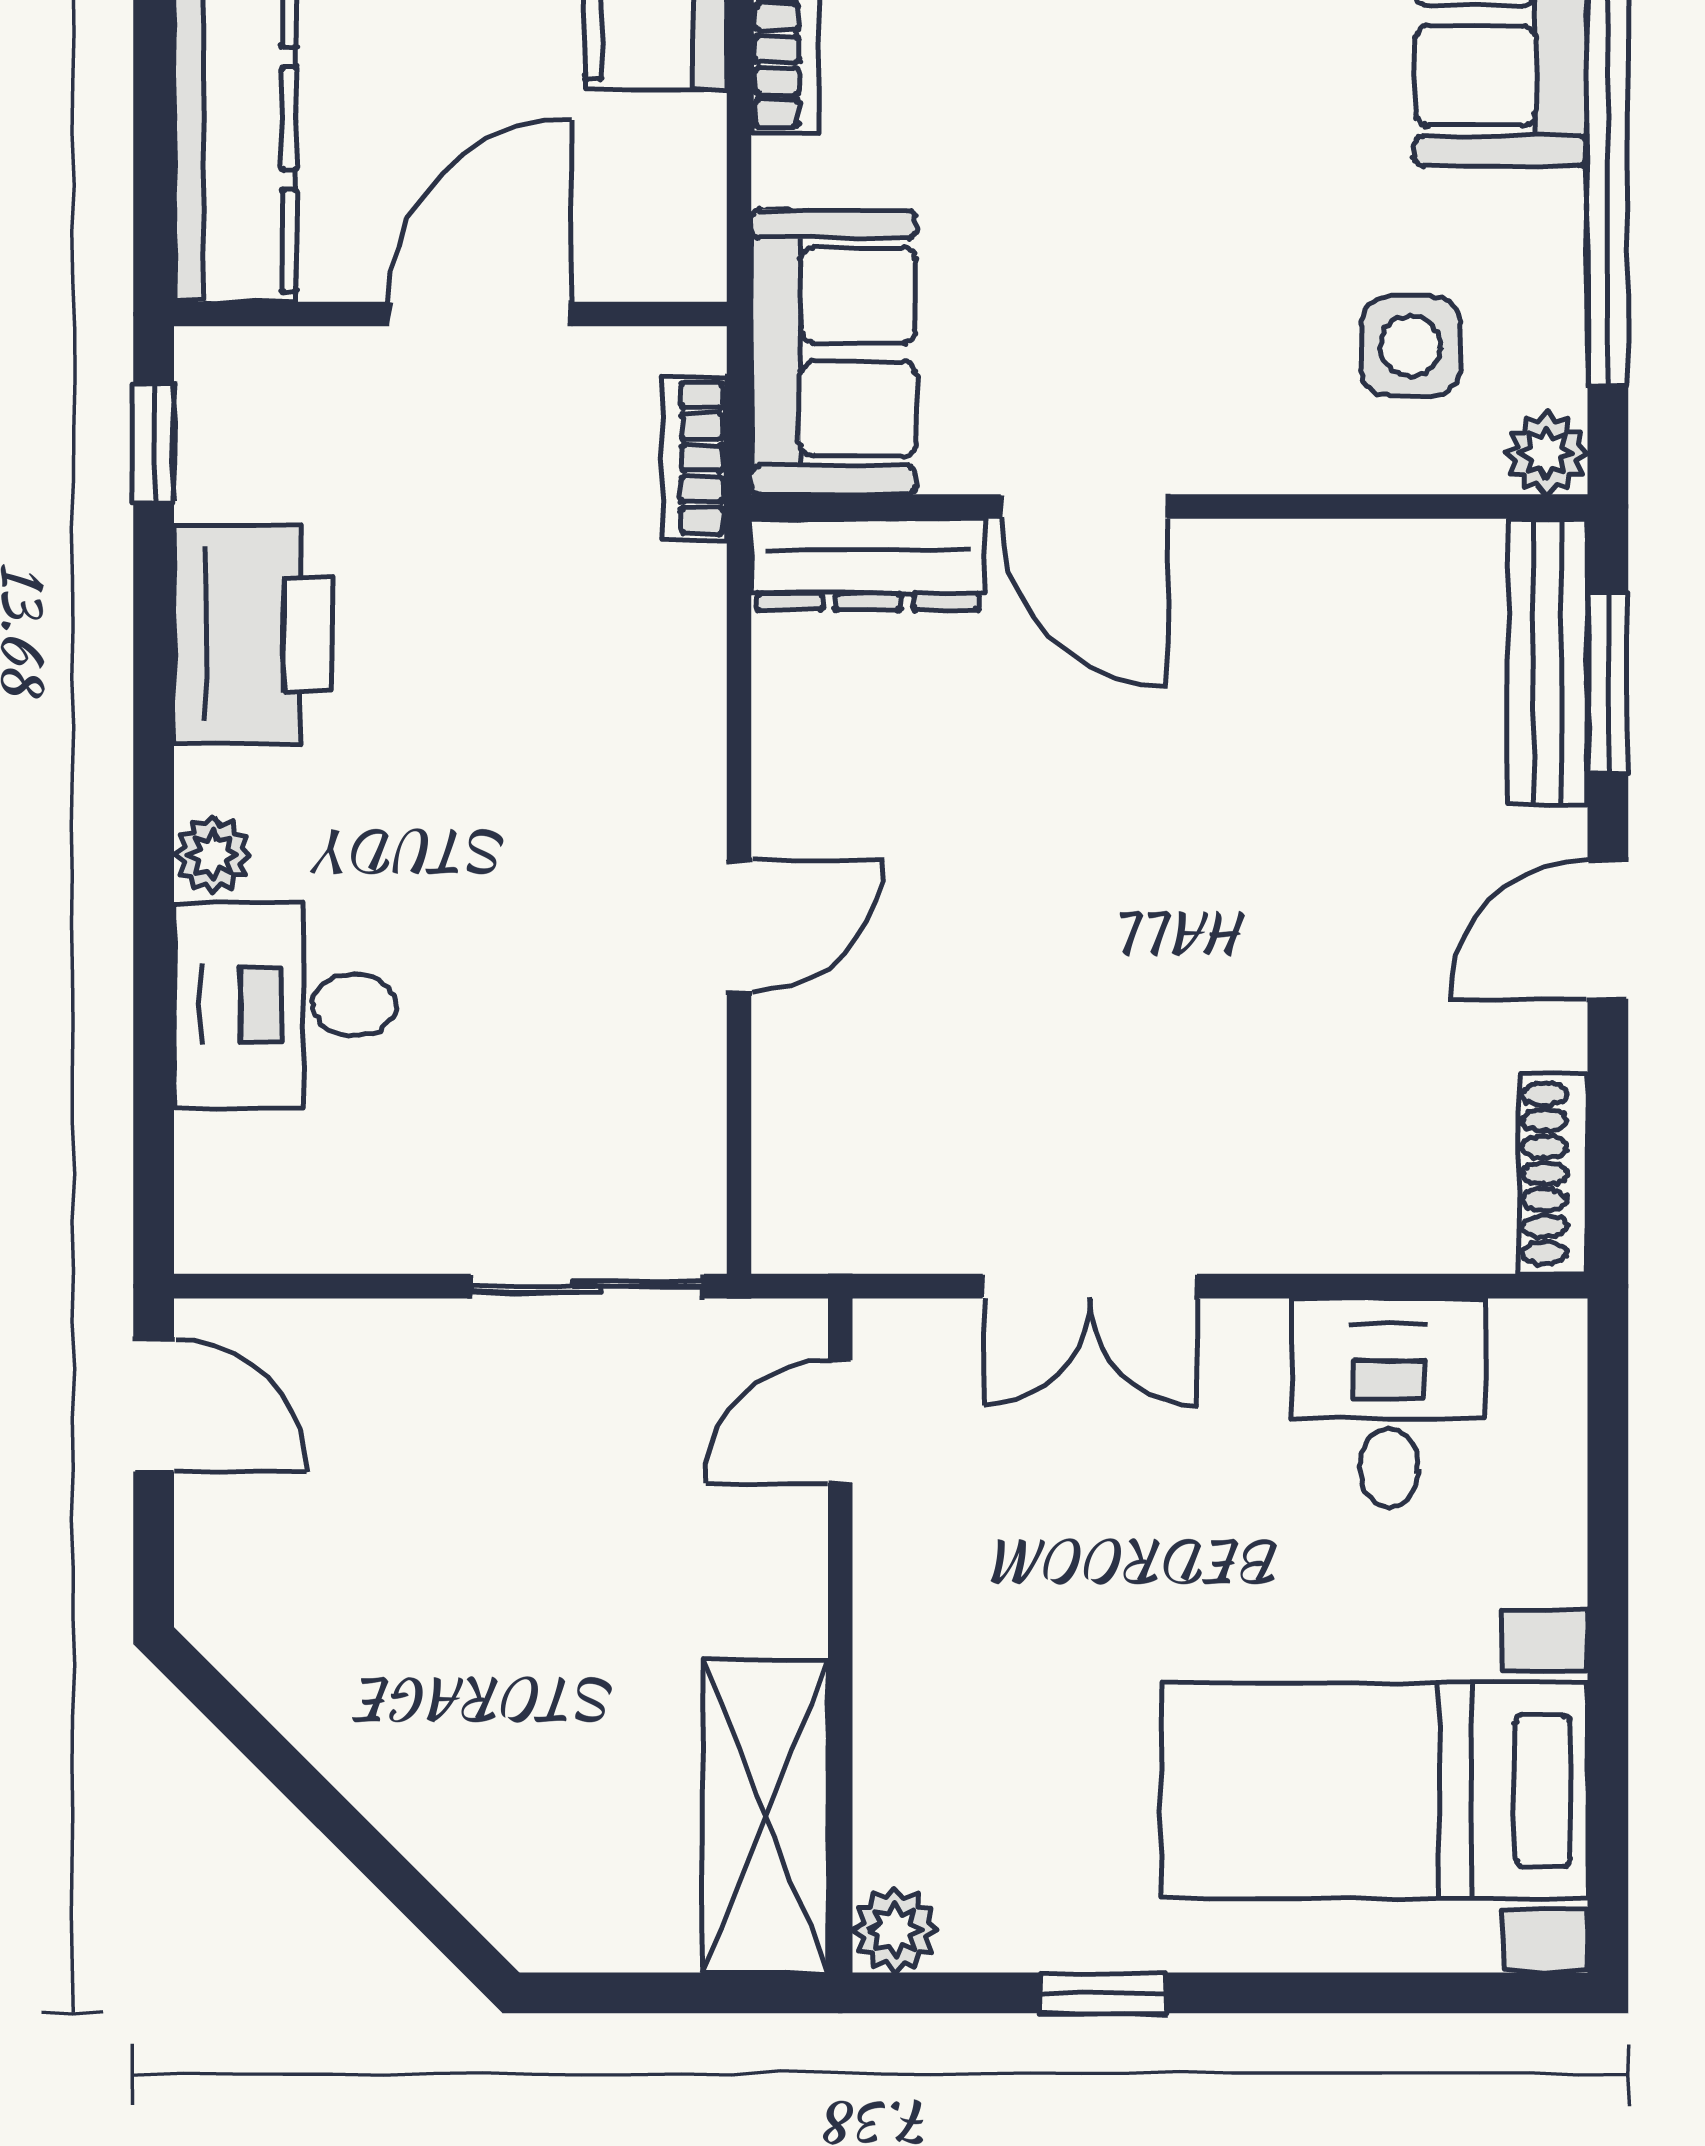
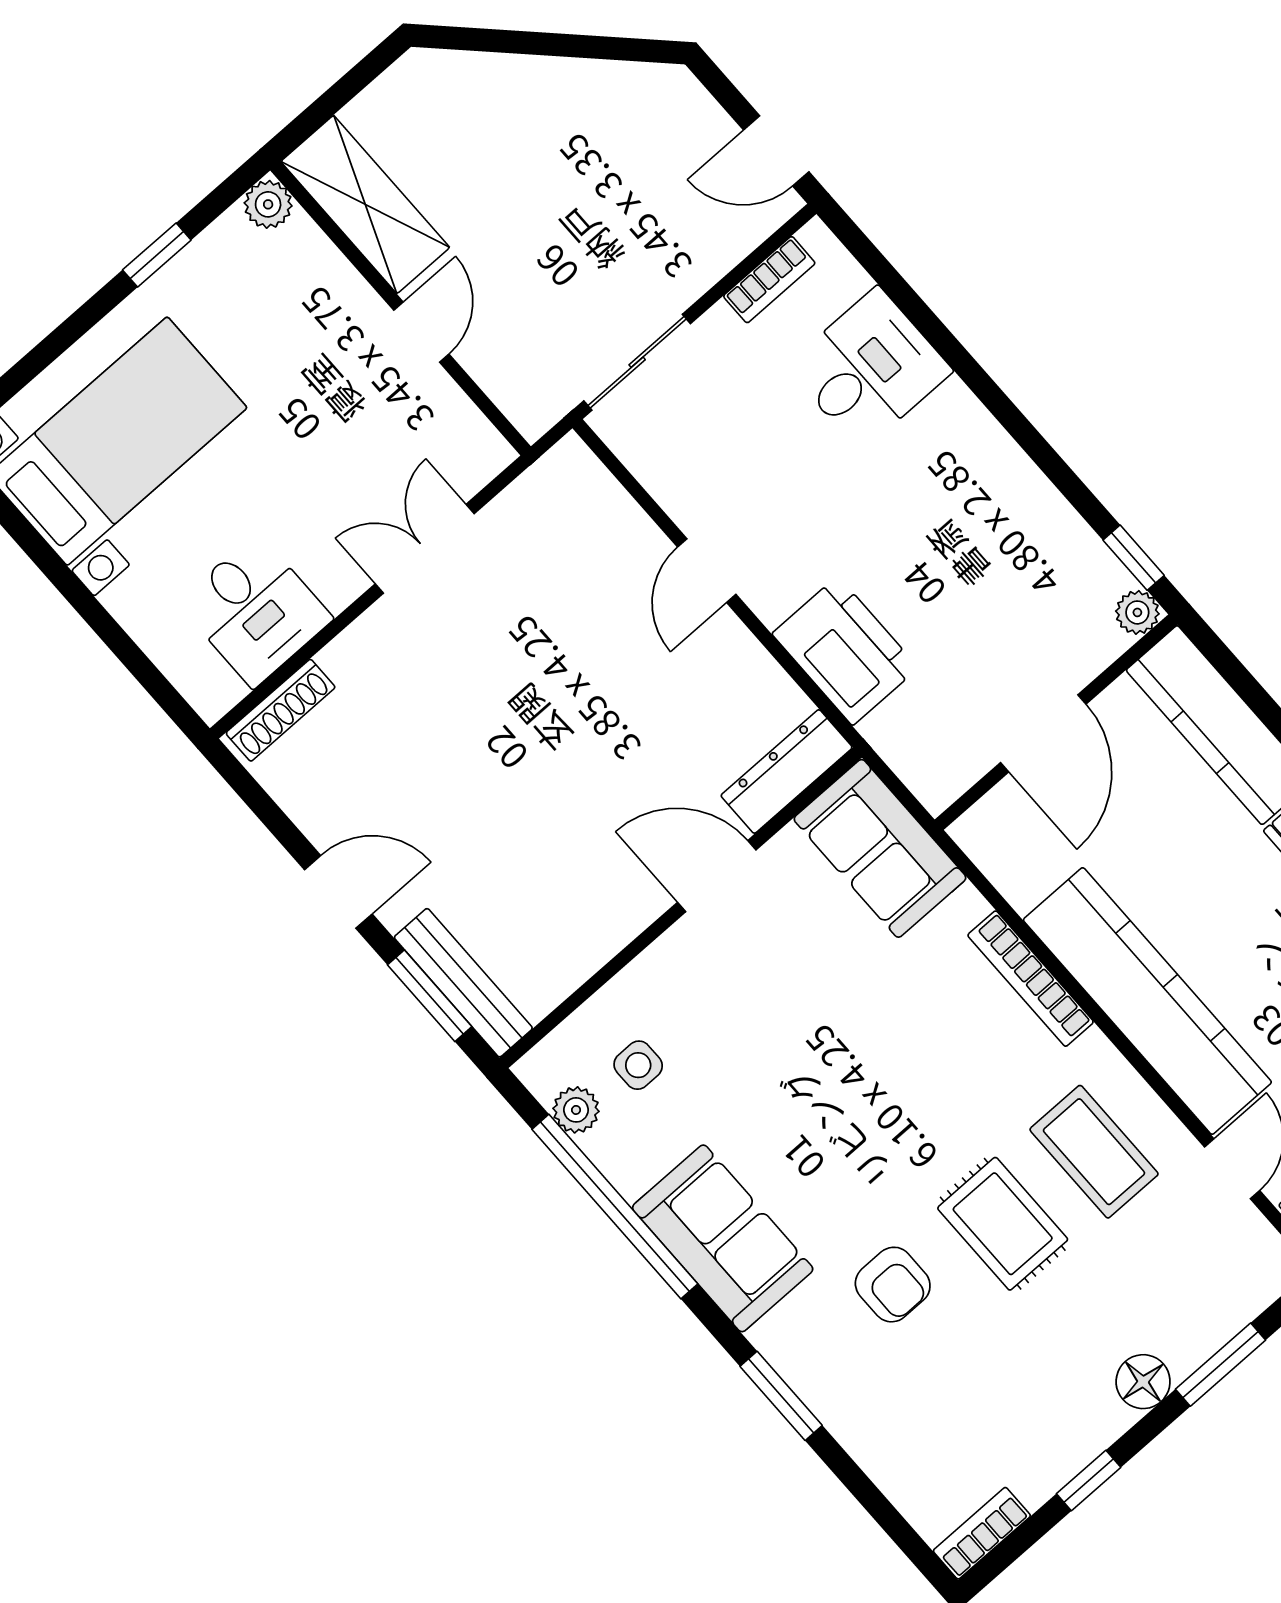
side table: (1411, 346) -> (638, 1065), width x0.73, depth x0.73
plant: (1546, 453) -> (576, 1110), moved
bookcase: (694, 458) -> (769, 280), moved, turned 90
printer: (253, 635) -> (845, 651), moved, turned 180
plant: (213, 855) -> (1137, 612), moved
door: (1608, 930) -> (338, 892), hinge flipped
shoe rack: (1553, 1173) -> (281, 710), moved, turned 90
door: (840, 1422) -> (421, 332), moved

